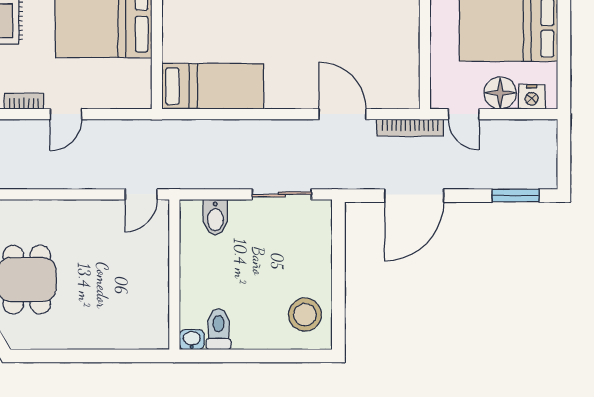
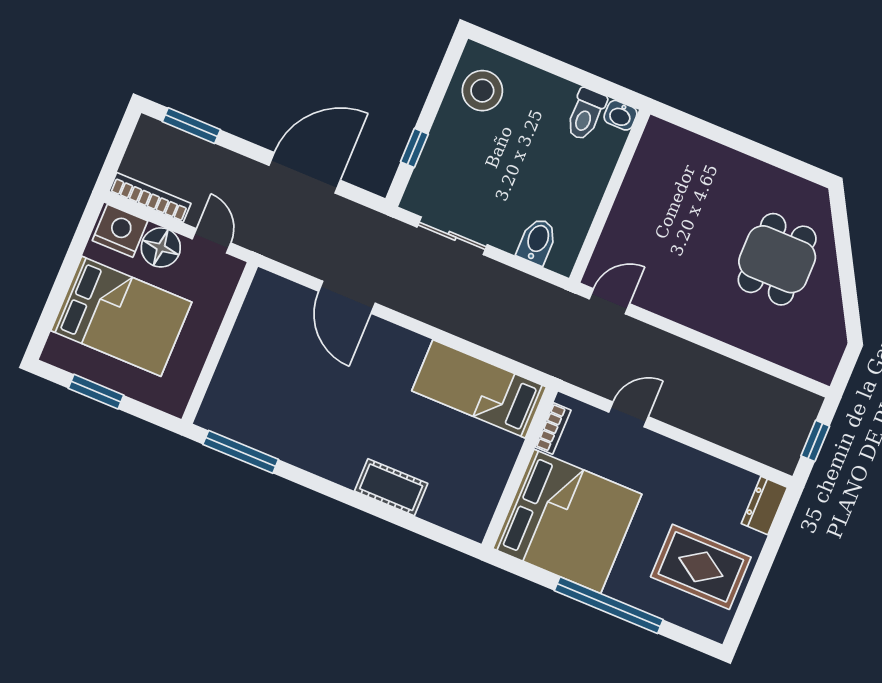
nightstand: (532, 97) -> (120, 231), width x1.36, depth x1.33
bookcase: (24, 101) -> (553, 428), moved, turned -90
door: (66, 114) -> (628, 414), moved
bookcase: (410, 128) -> (150, 197), moved
window: (338, 249) -> (414, 148), added

